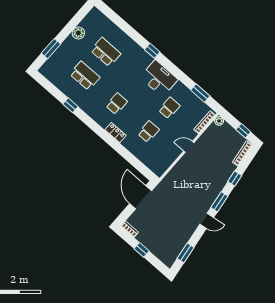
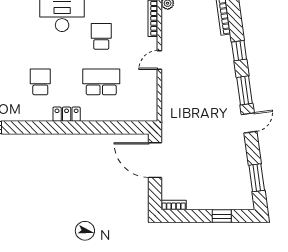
school desk: (148, 132) -> (101, 82), width x1.85
window: (142, 250) -> (222, 216), moved

